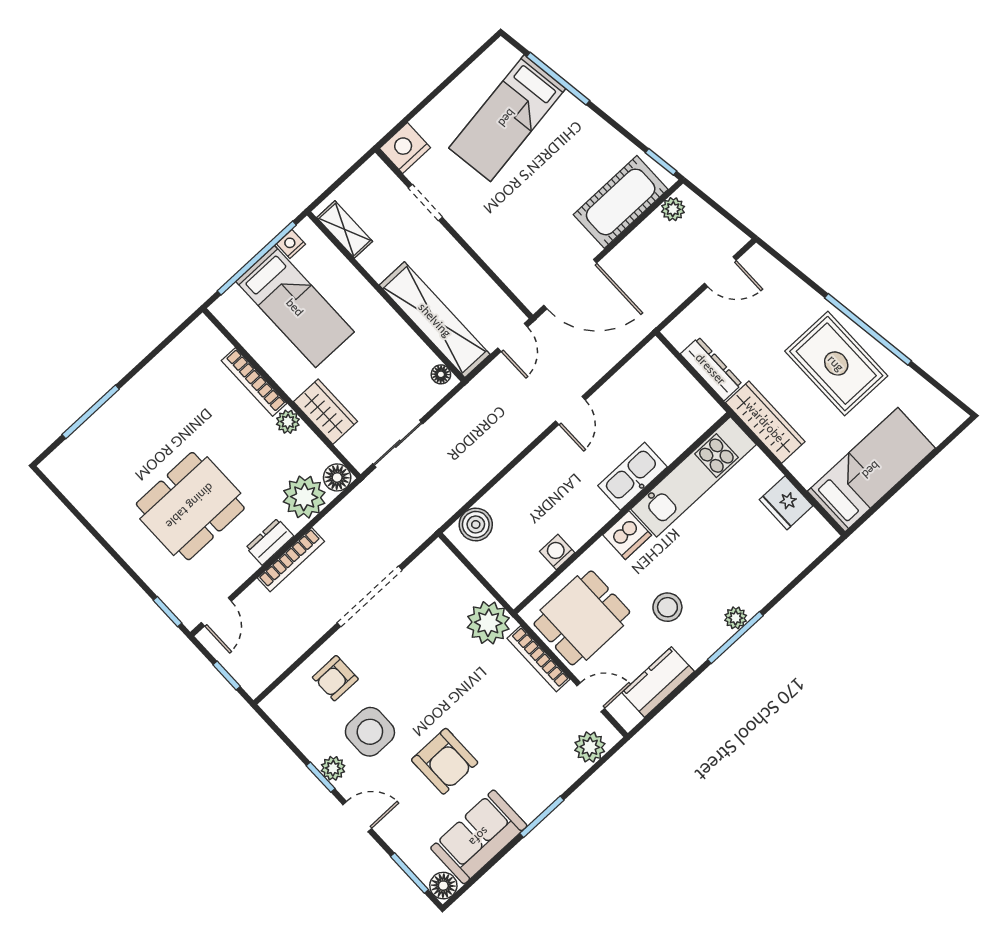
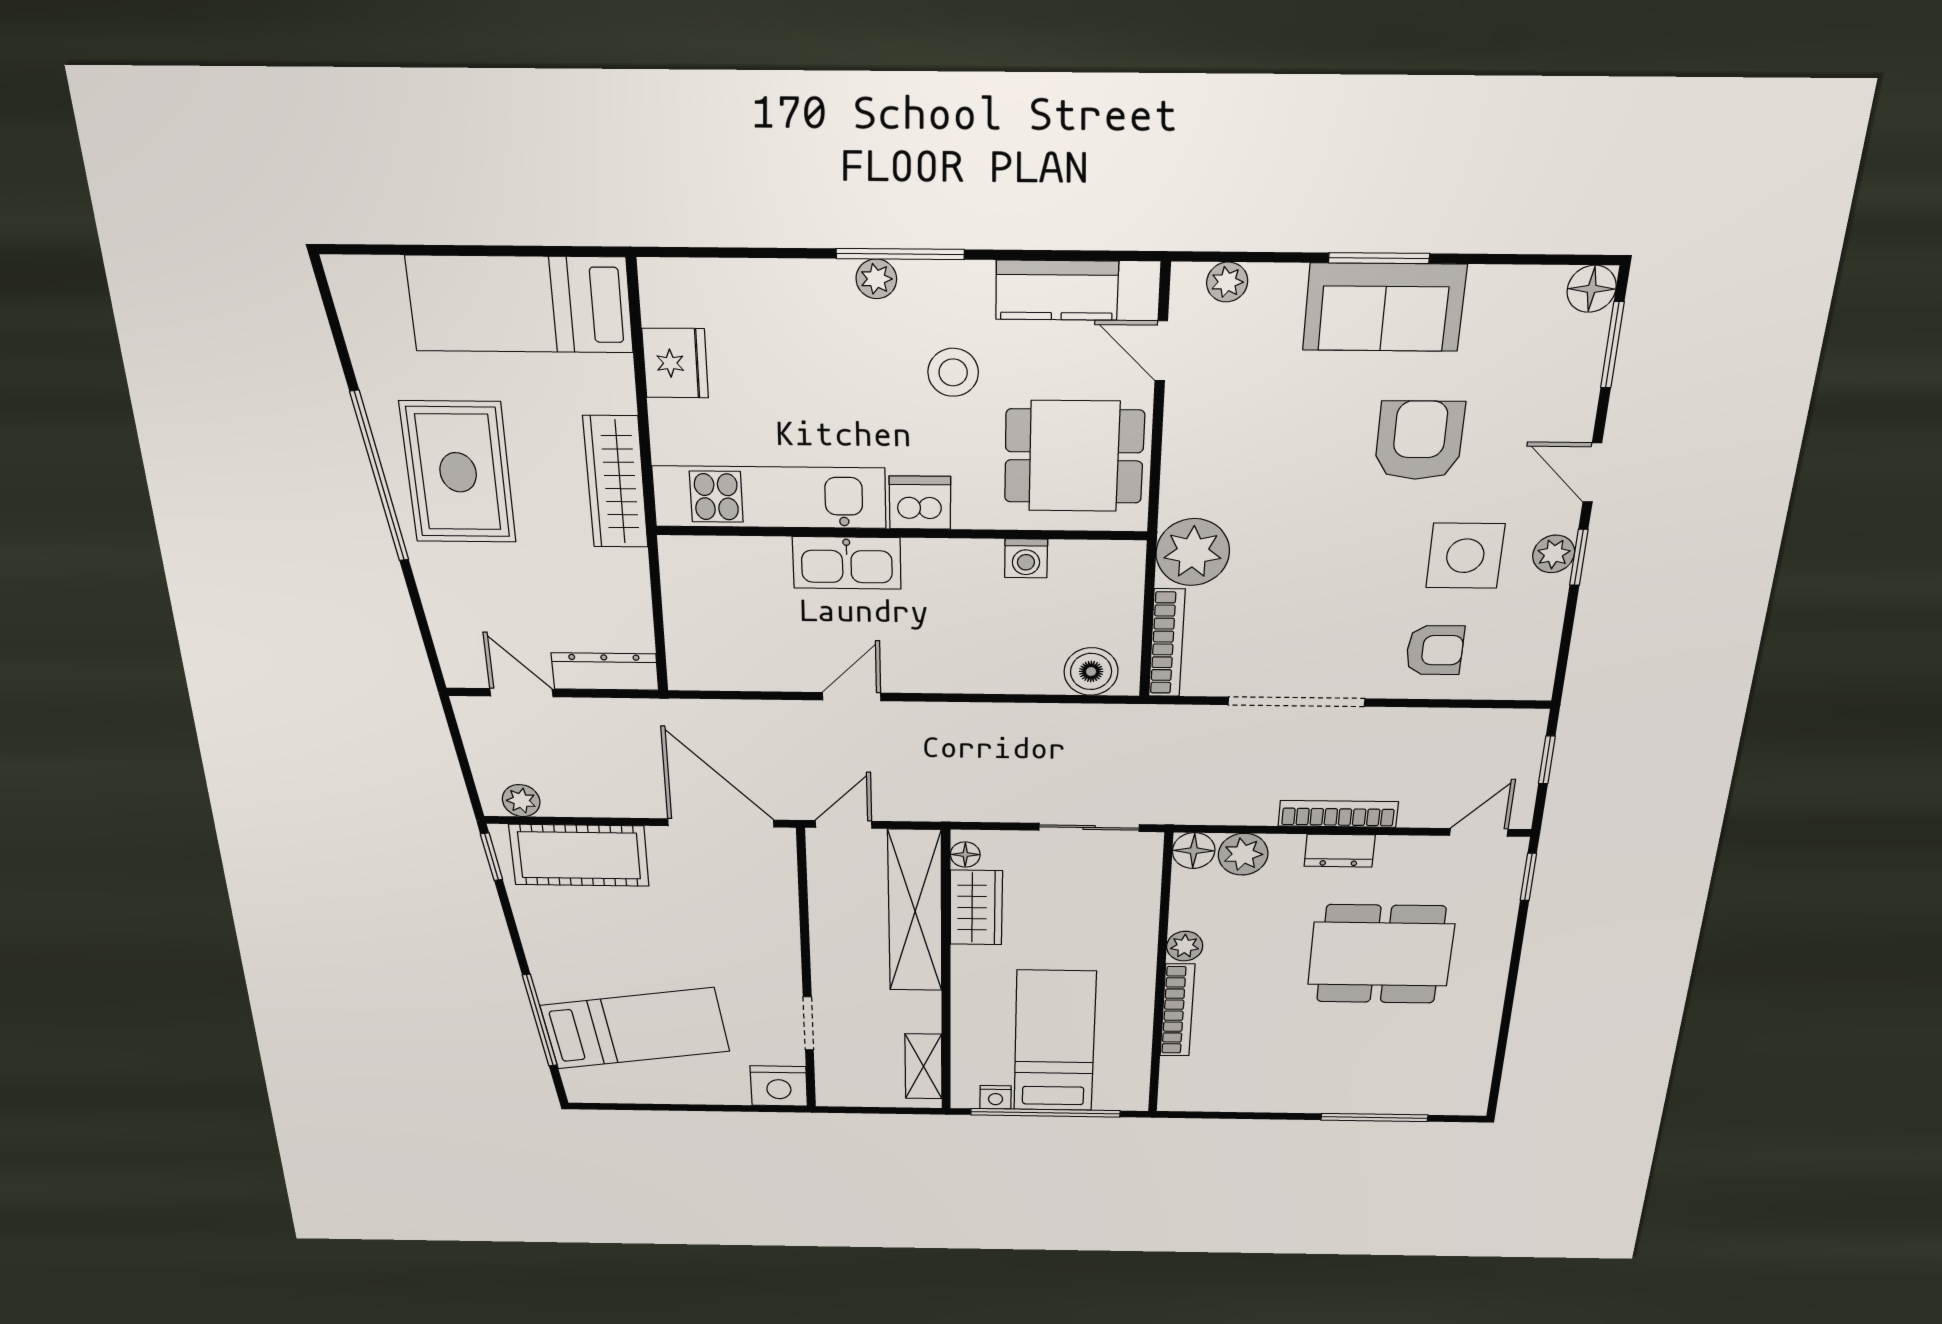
dresser: (711, 369) -> (605, 672), moved, turned 90
wardrobe: (325, 412) -> (976, 908), moved, turned 180
plant: (304, 497) -> (1243, 854), width x0.73, depth x0.73
bookcase: (538, 659) -> (1167, 643), moved
plant: (590, 747) -> (1227, 282), width x0.73, depth x0.73
sofa: (479, 837) -> (1384, 307), moved

